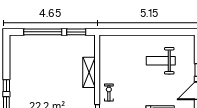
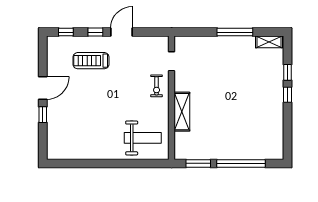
weight bench: (161, 61) -> (143, 138), moved

